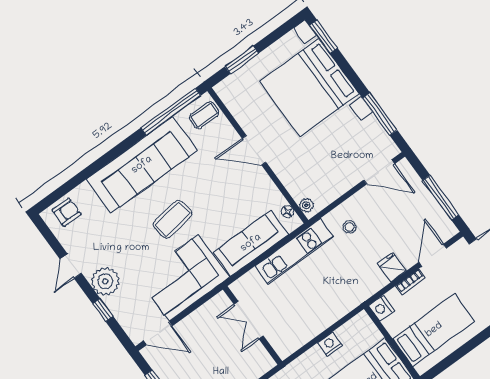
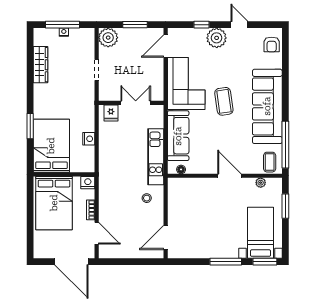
bed with nightstands: (309, 87) -> (261, 233), width x0.54
window: (380, 114) -> (226, 262), moved
door: (254, 150) -> (229, 176), hinge flipped
window: (441, 198) -> (126, 262), removed
plant: (306, 205) -> (261, 183), moved
fridge: (392, 267) -> (111, 113), moved, turned 90
bed: (434, 330) -> (54, 203), width x1.50

